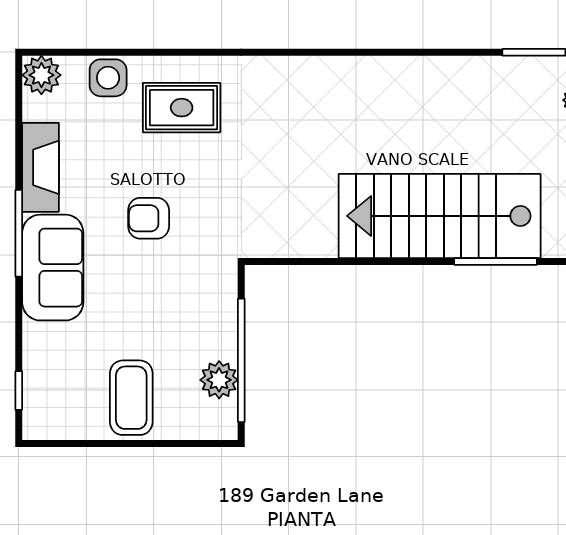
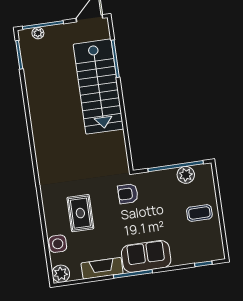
rug: (182, 108) -> (80, 213), moved
armchair: (149, 218) -> (128, 194), moved, turned 90
coffee table: (131, 398) -> (199, 213), width x0.73, depth x0.77

